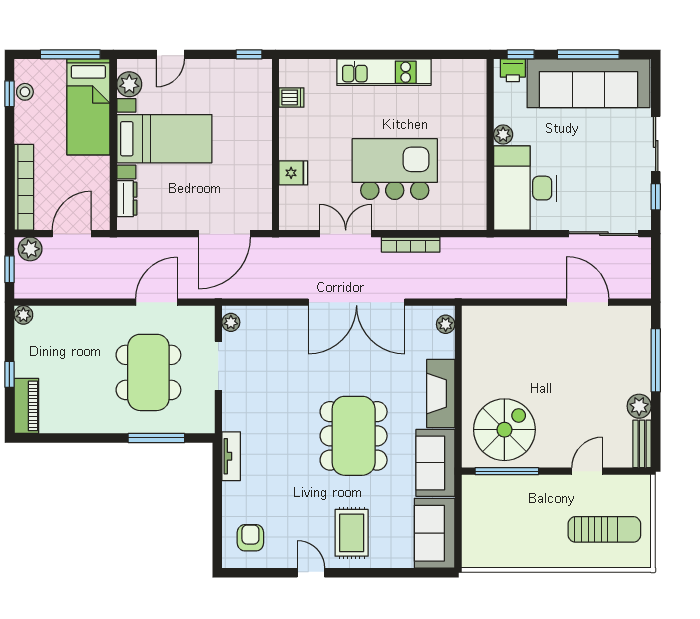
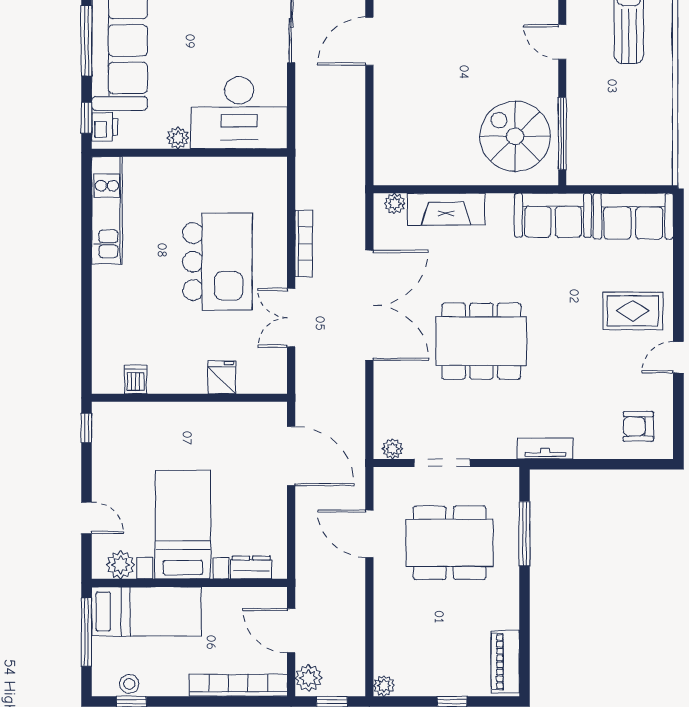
kitchen unit: (384, 72) -> (107, 210), moved
kitchen island: (395, 169) -> (217, 262), turned 180
fireplace: (441, 394) -> (446, 209), moved
piano: (26, 406) -> (505, 662), moved, turned -90
dining table: (354, 436) -> (481, 341), moved

